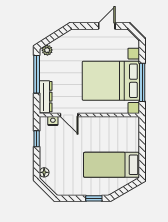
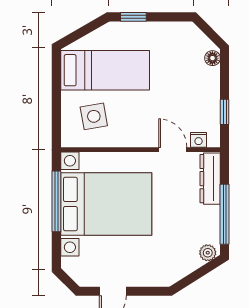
side table: (119, 136) -> (94, 116), added

